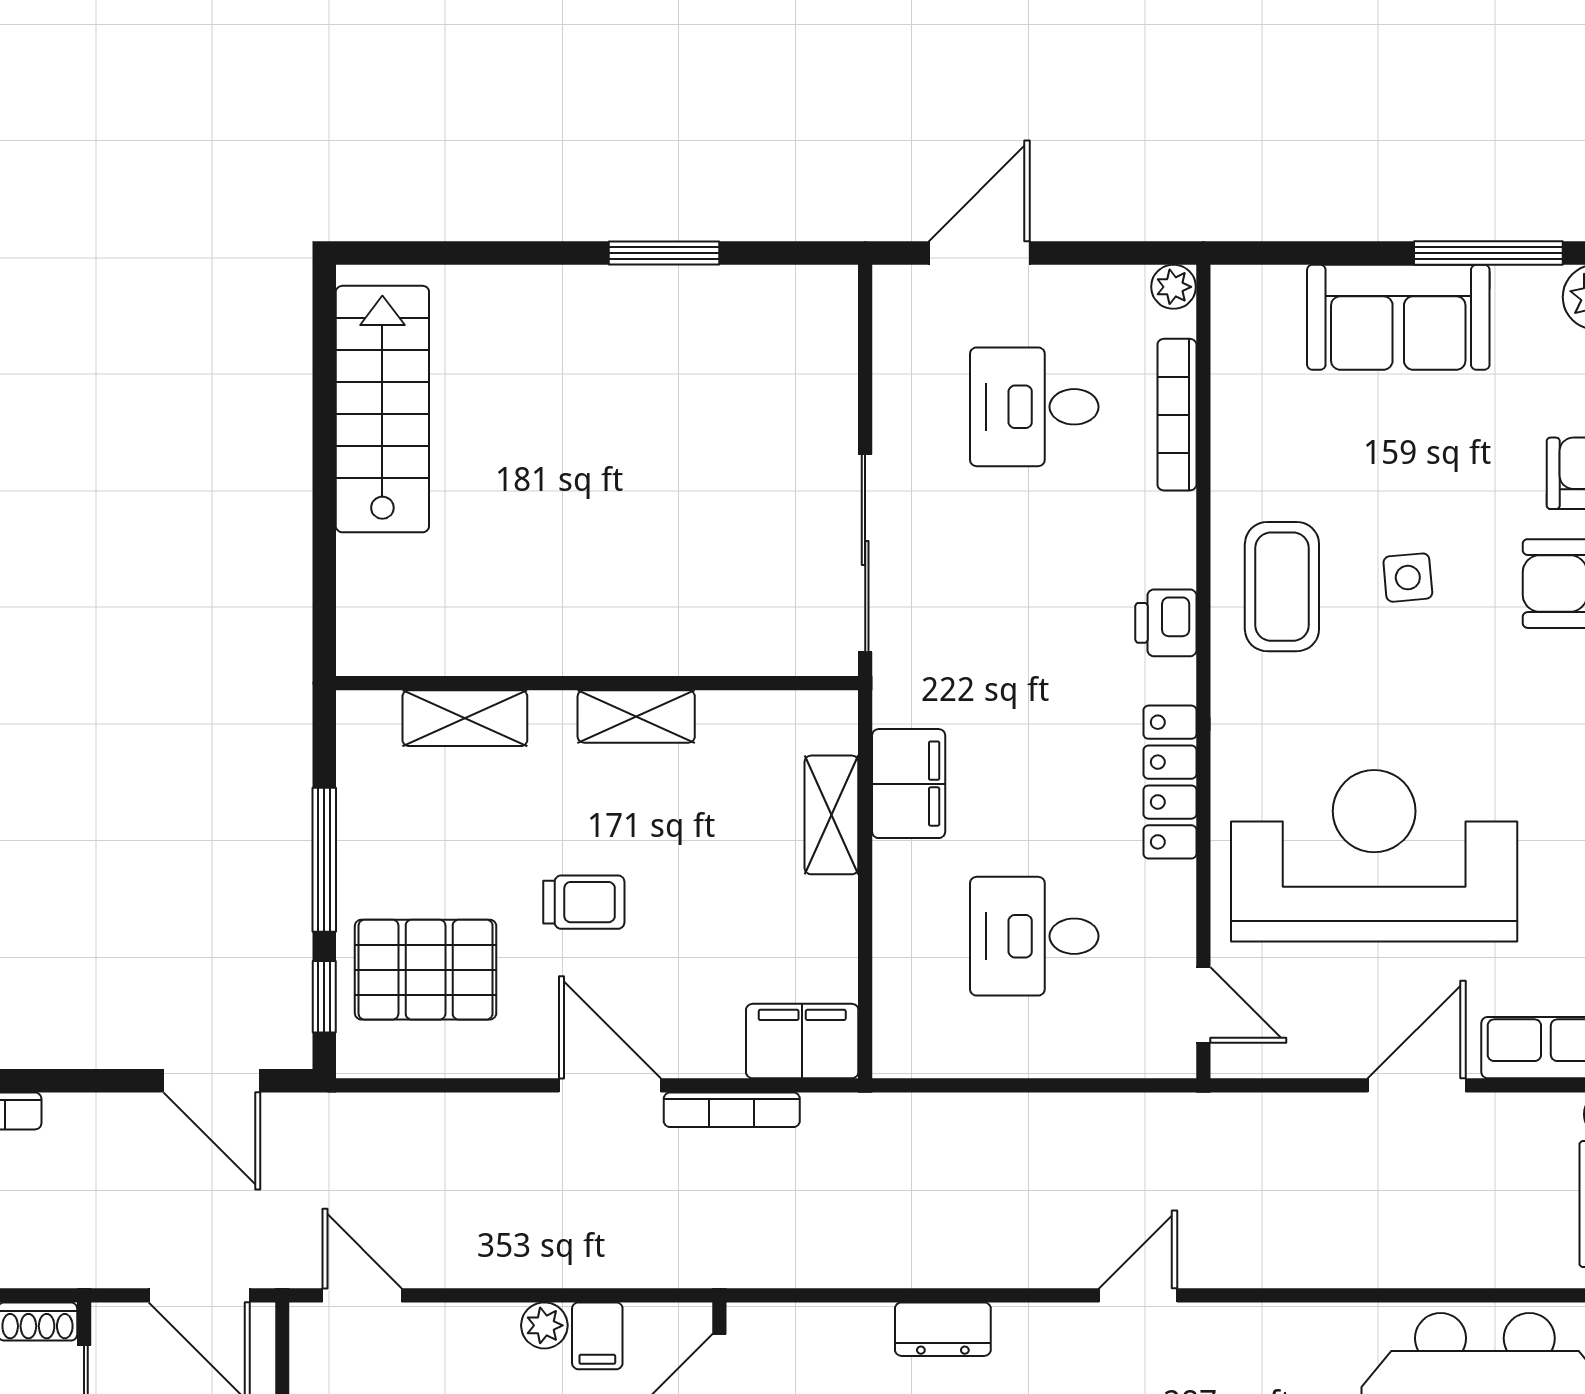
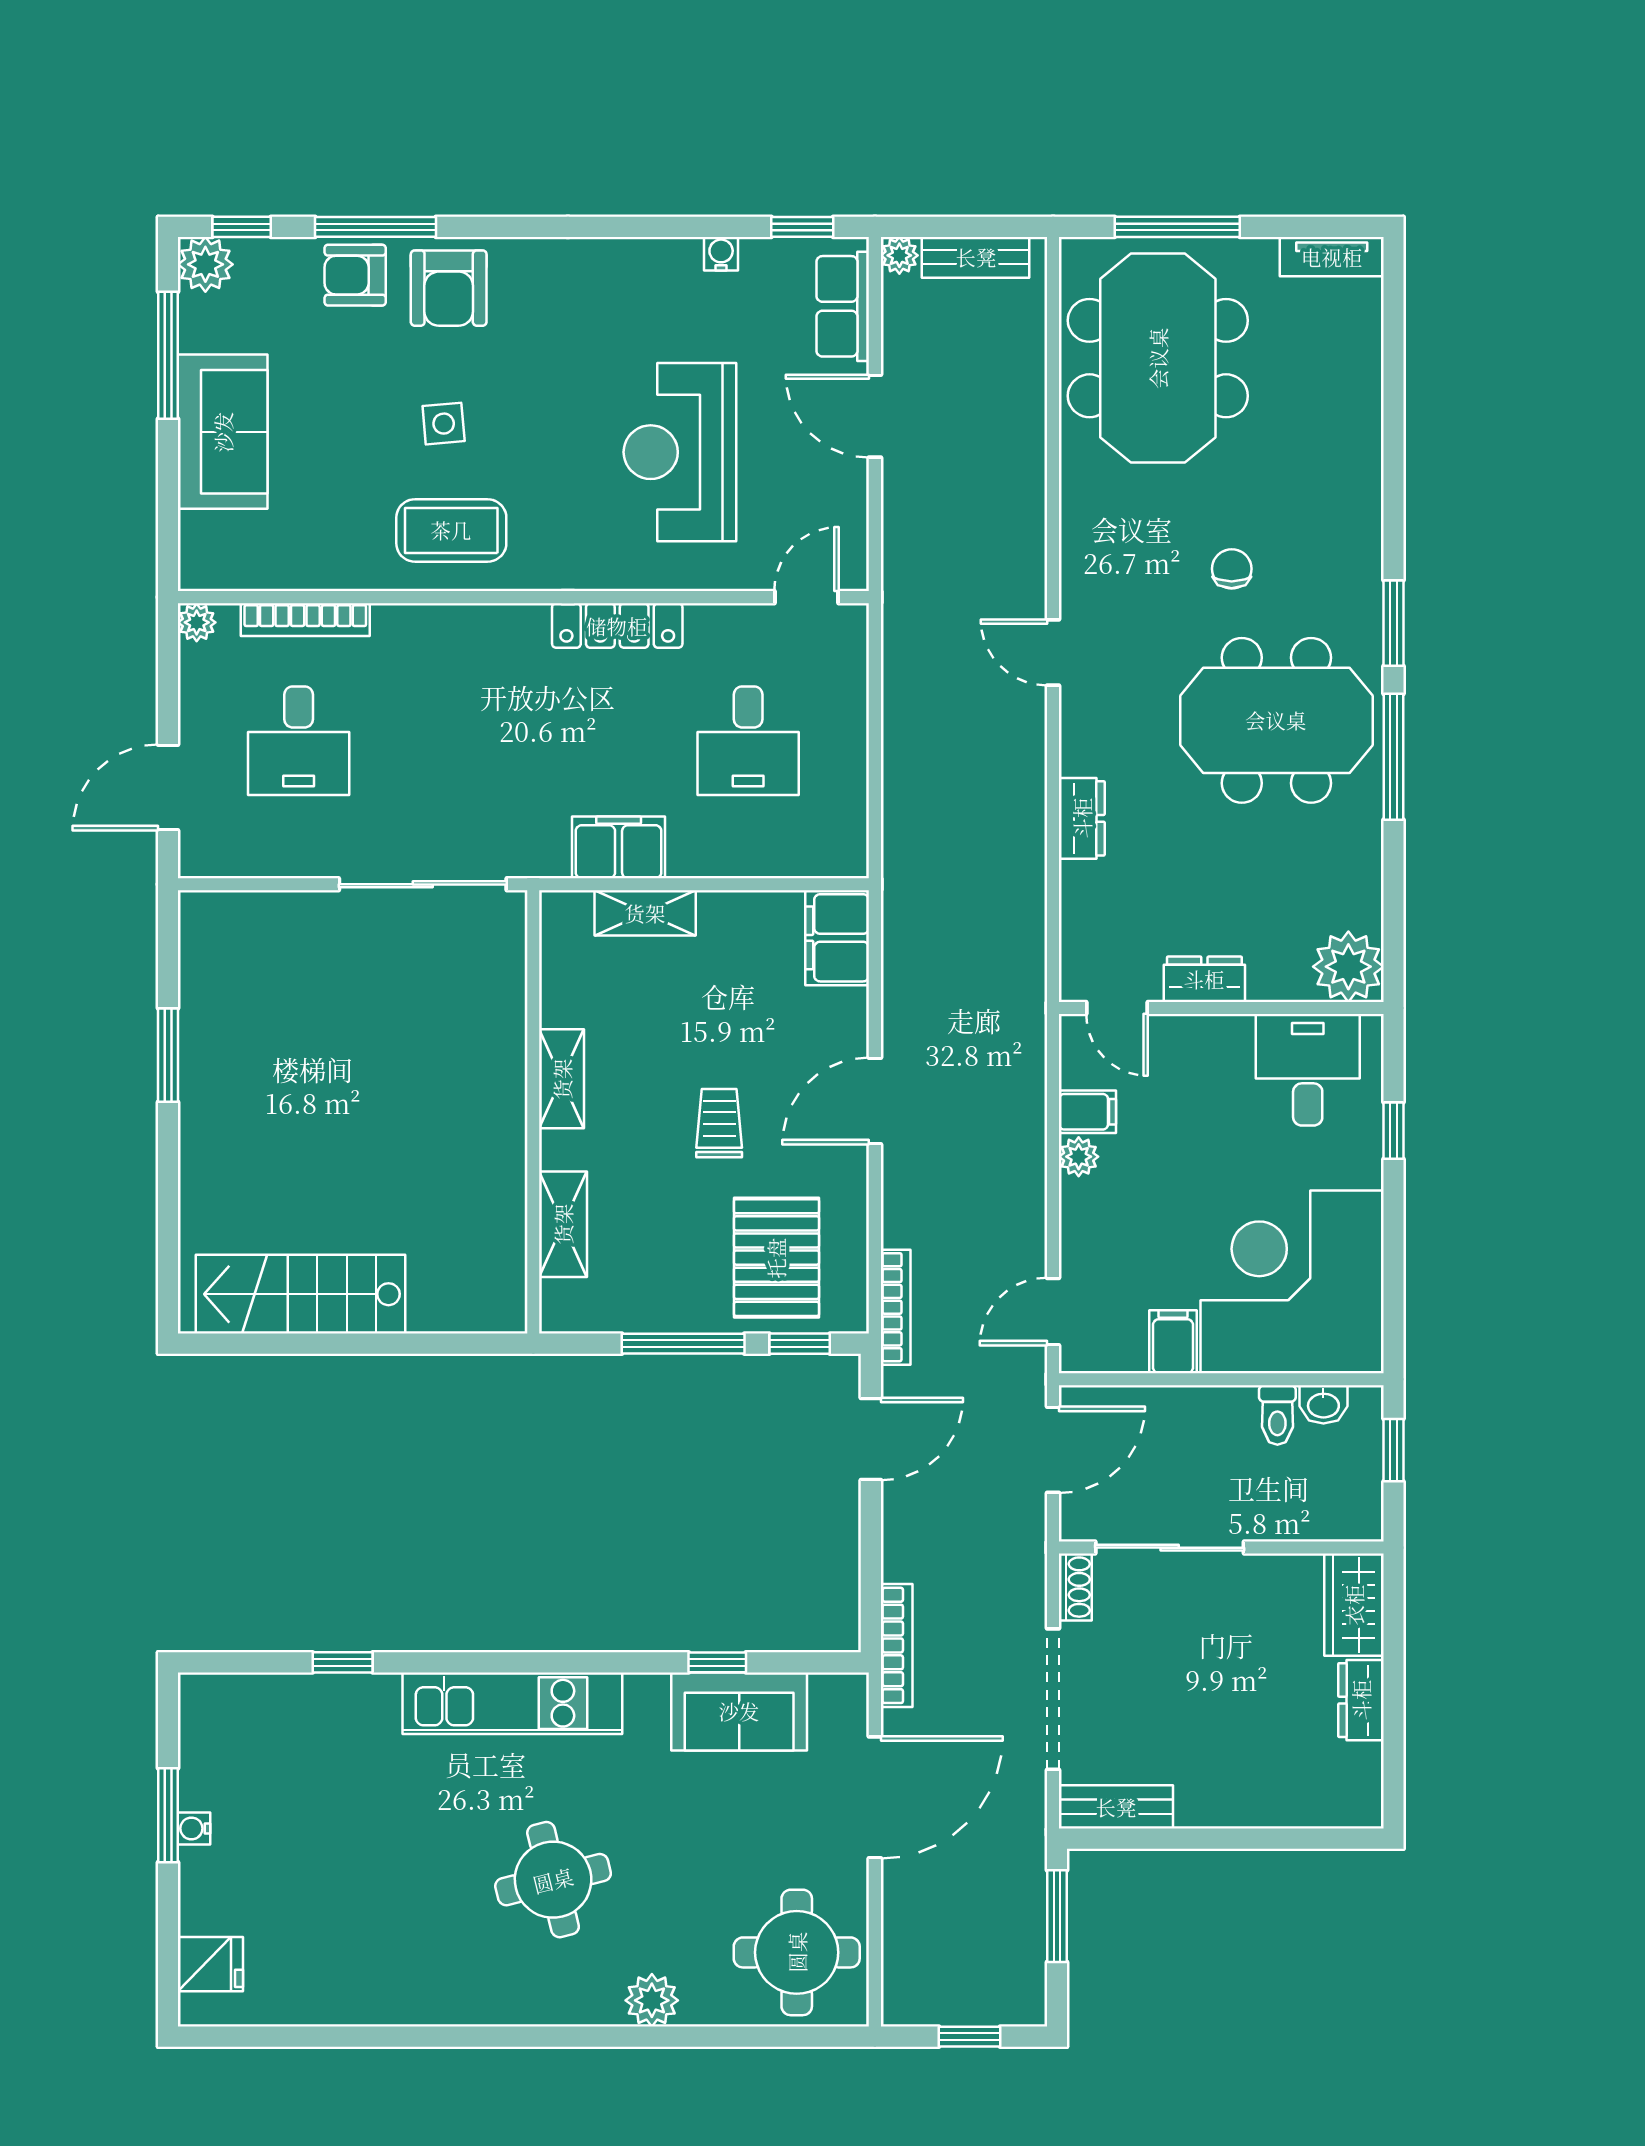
door: (979, 253) -> (168, 787), hinge flipped
printer: (1166, 623) -> (482, 629), removed
reception desk: (1374, 856) -> (680, 452), width x0.74, depth x0.77
bookcase: (732, 1110) -> (896, 1307), moved

